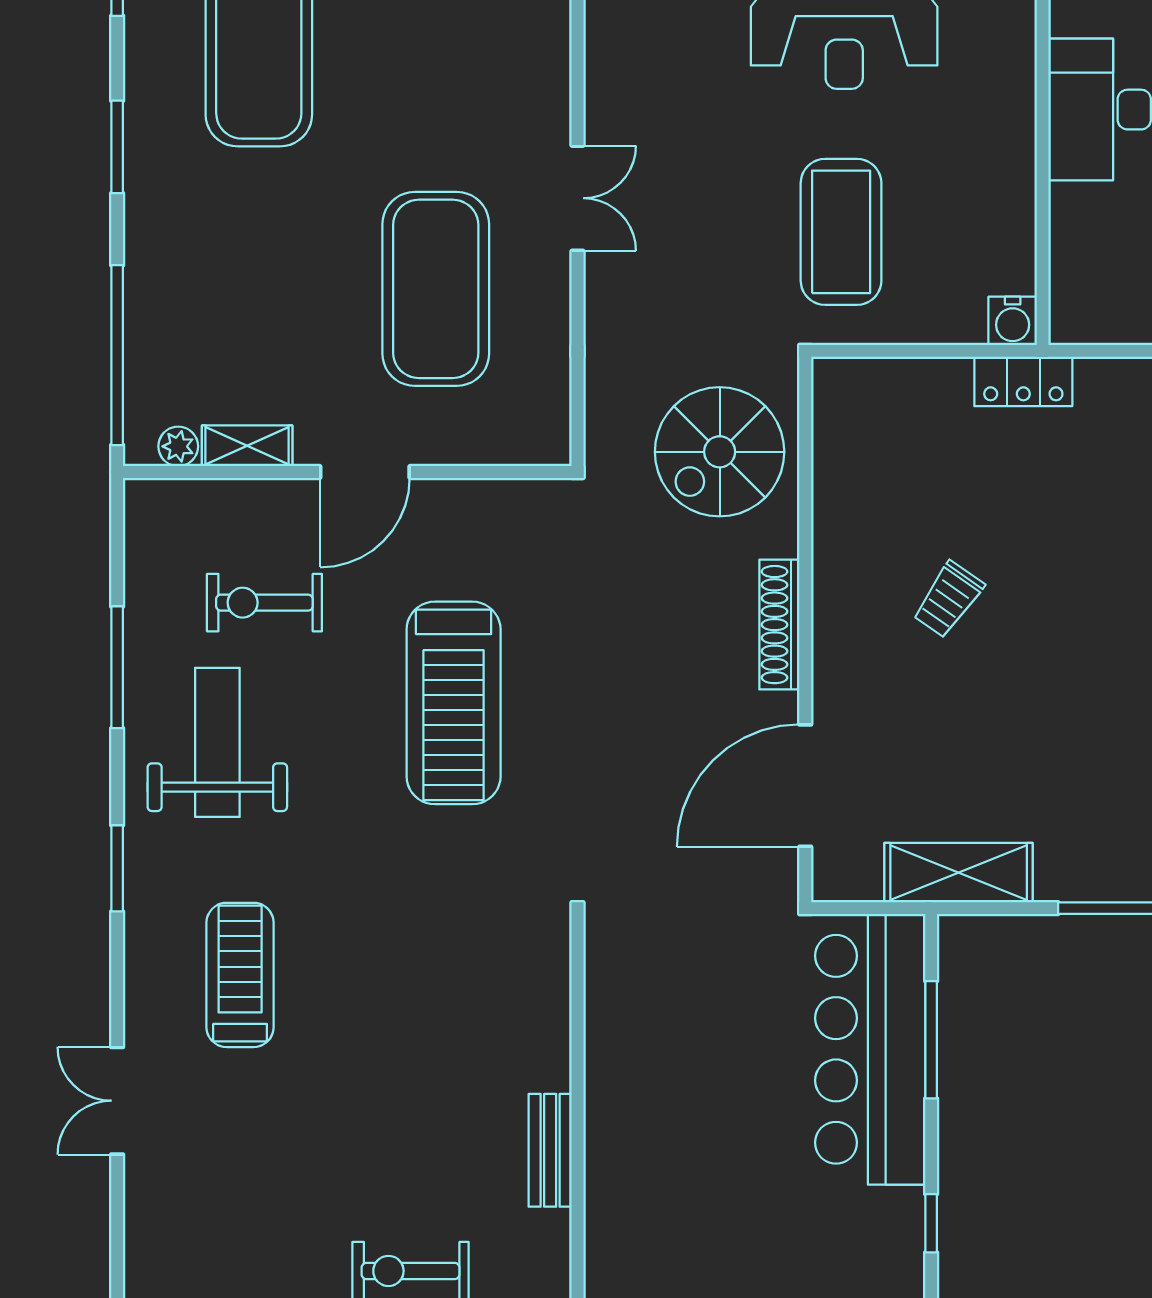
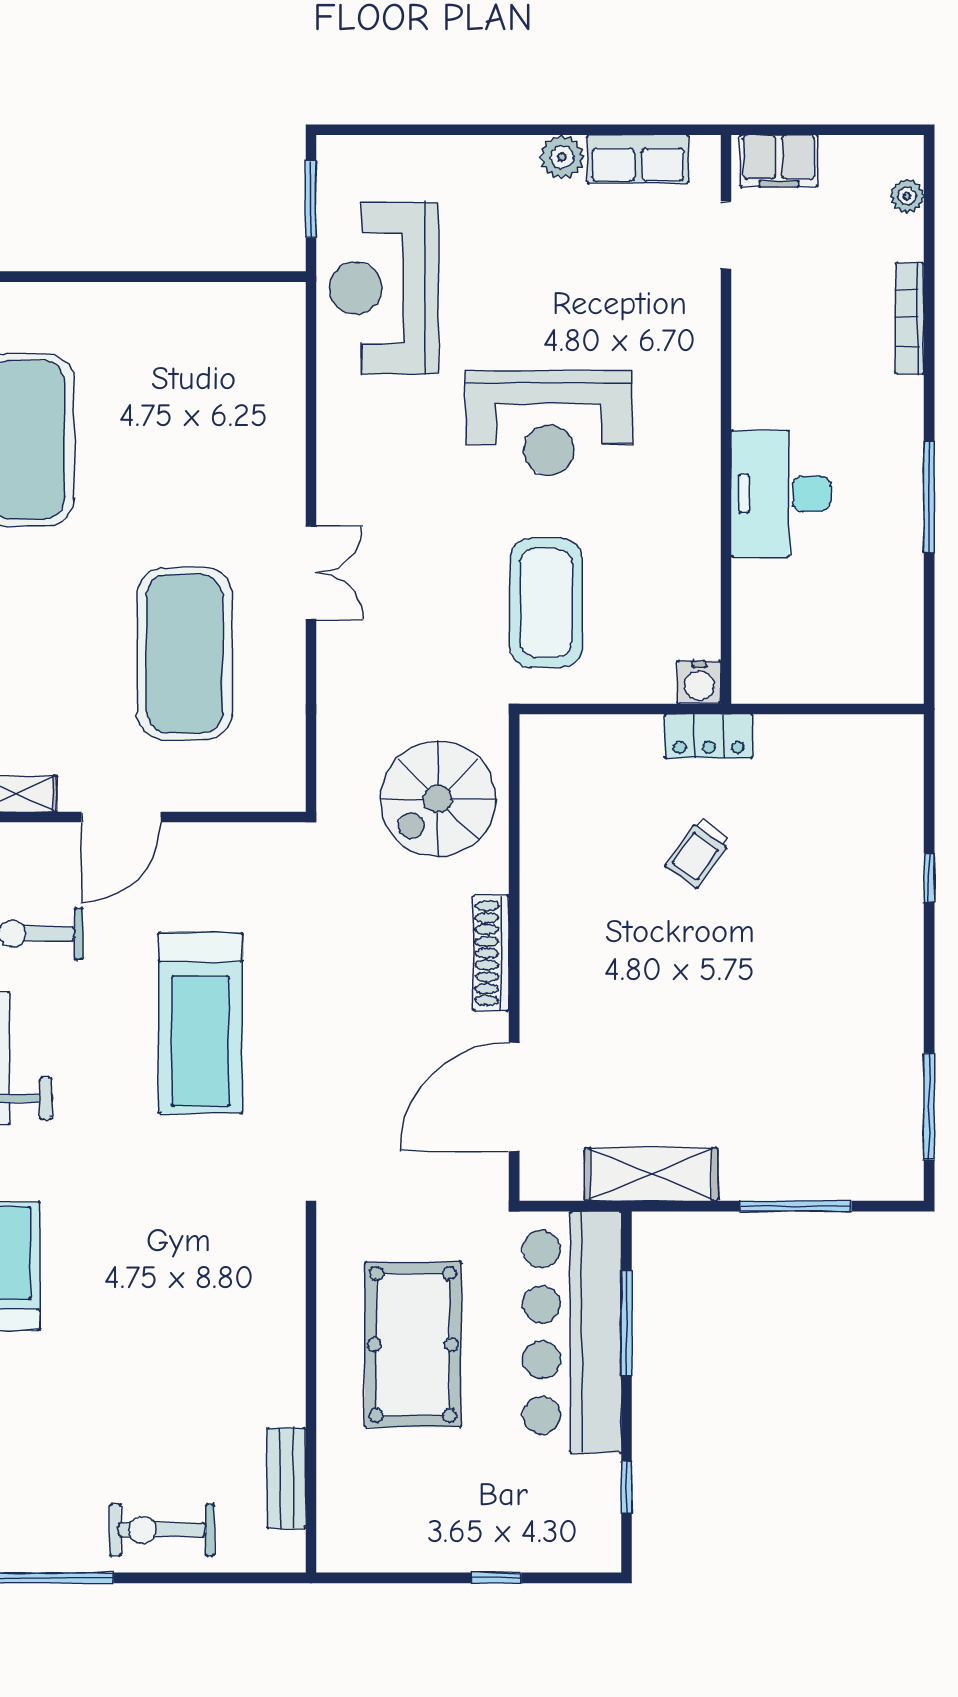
trolley: (948, 600) -> (698, 853), moved
pool table: (692, 1063) -> (413, 1344), added
bench: (550, 1150) -> (287, 1478), moved

